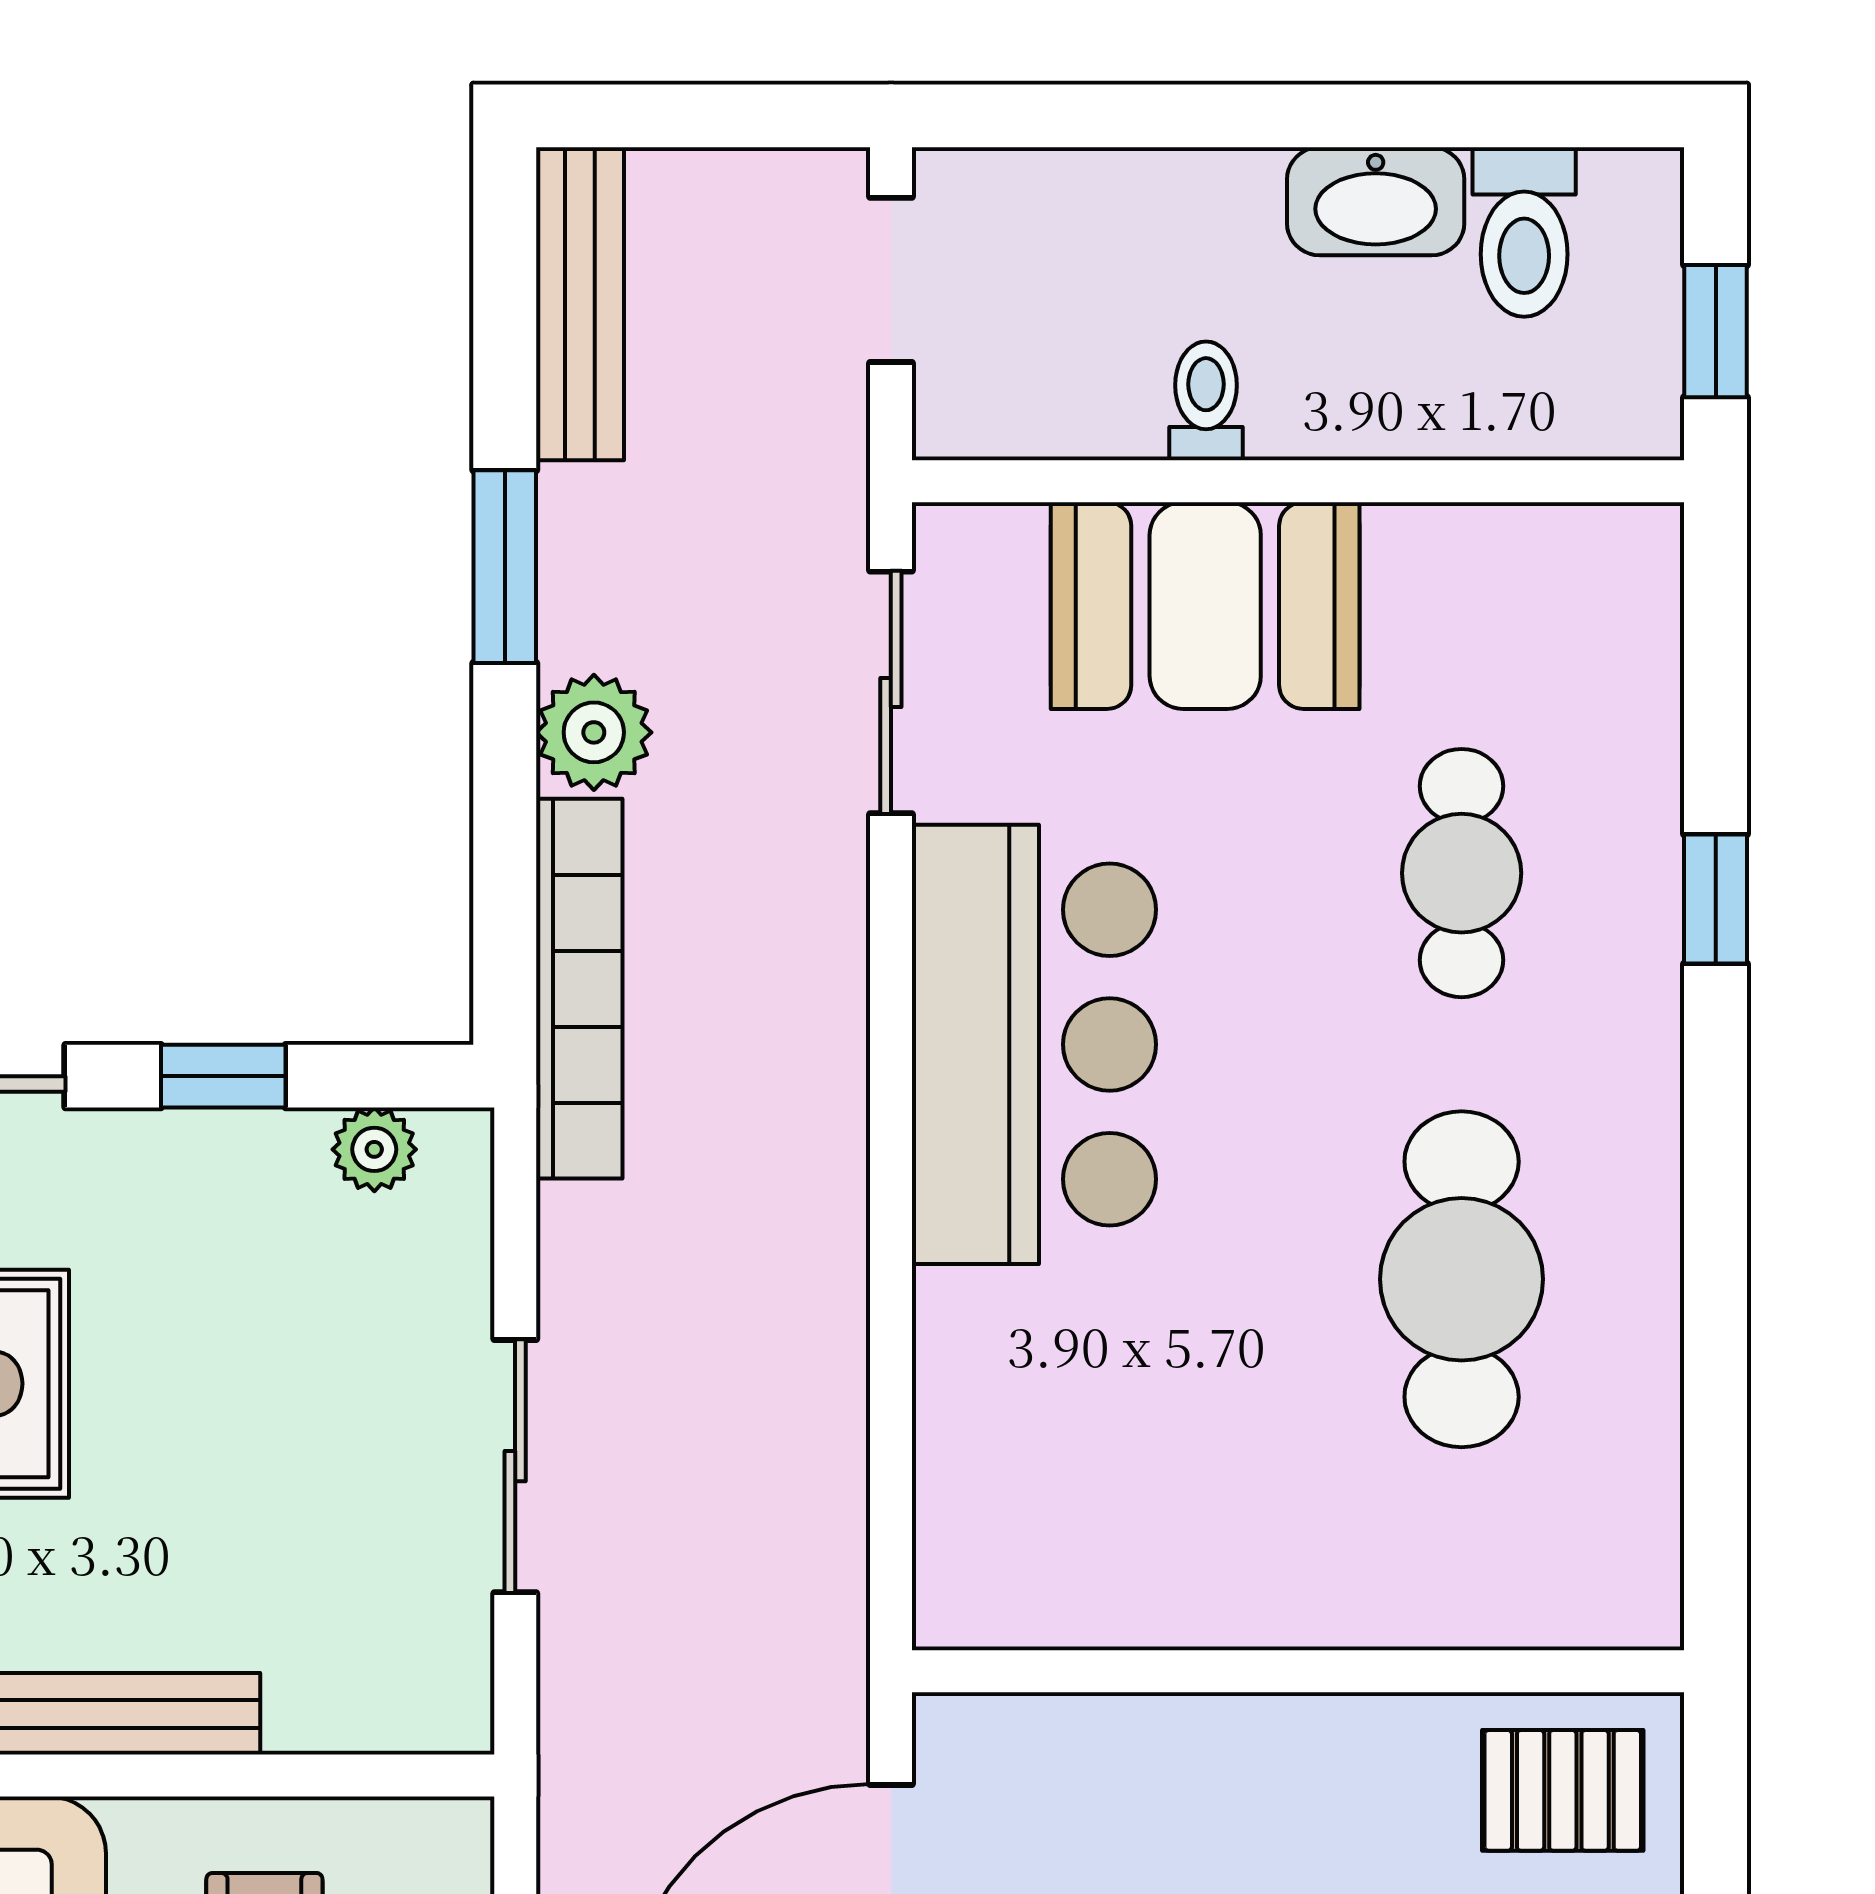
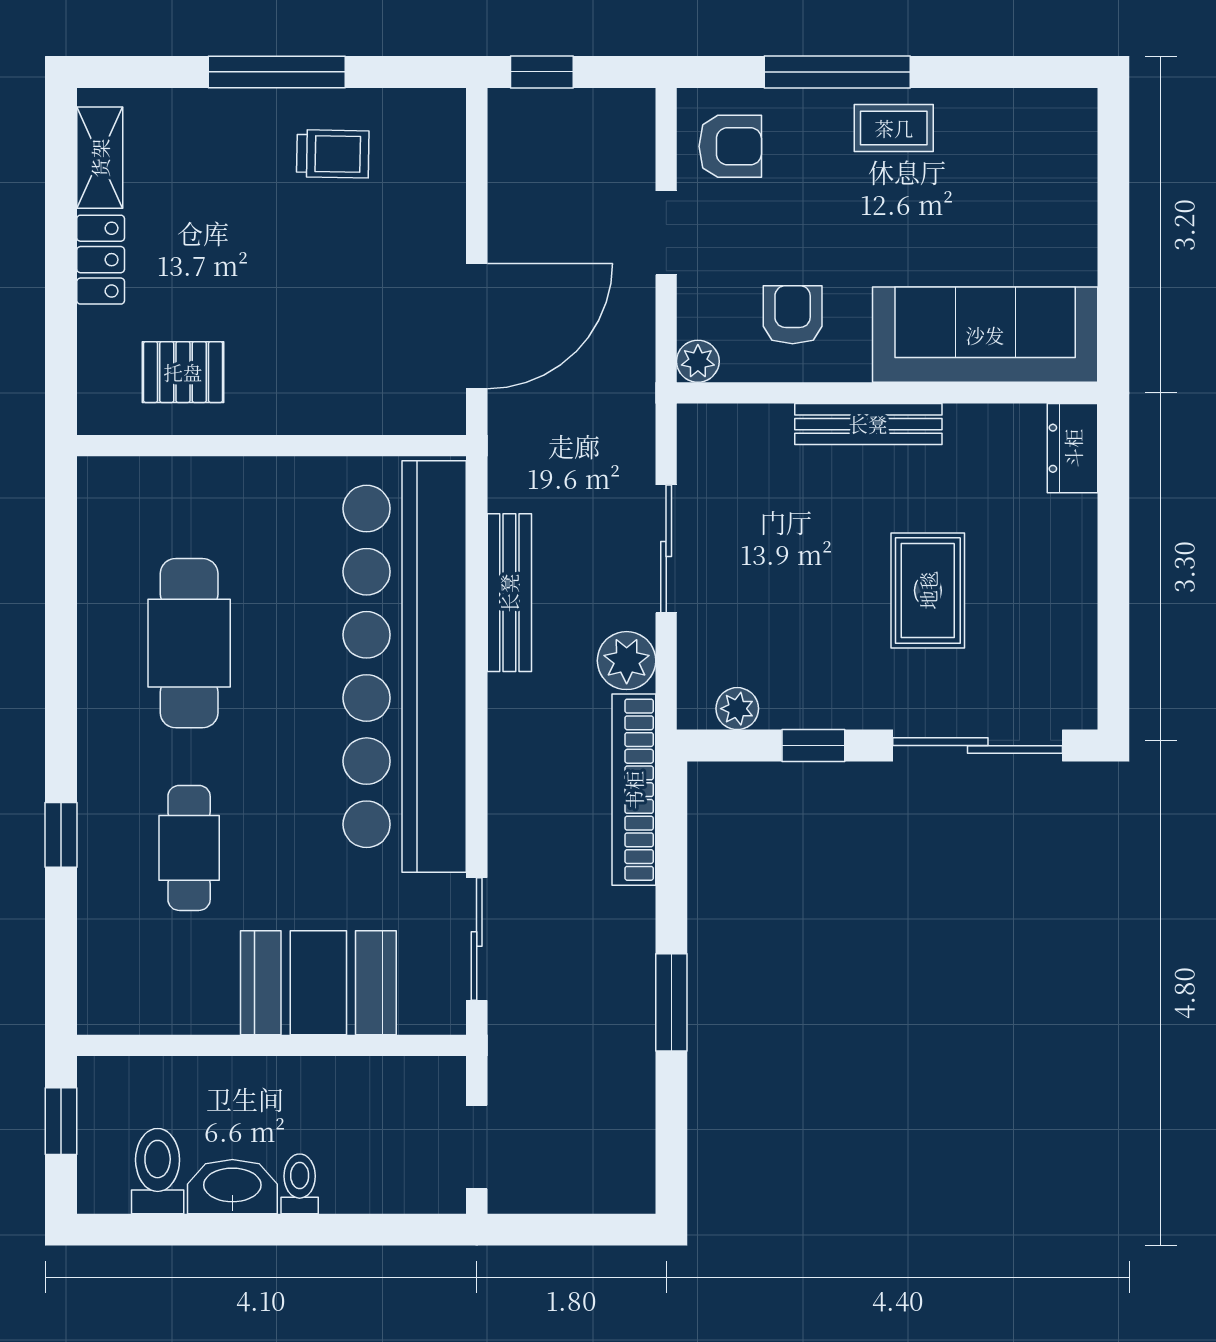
bench: (580, 304) -> (509, 593), moved
toilet: (1206, 401) -> (300, 1184), moved, turned 180
plant: (594, 732) -> (627, 661), moved
bar counter: (1034, 1044) -> (405, 666), width x1.86
pallet: (1563, 1790) -> (183, 372), moved
plant: (452, 1838) -> (698, 361), added

